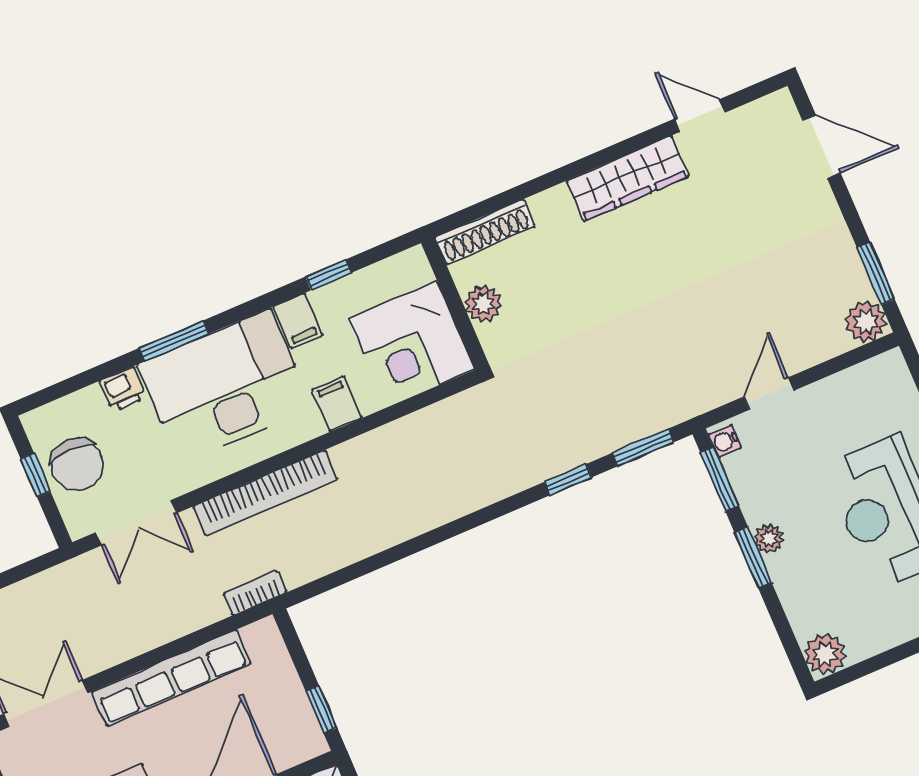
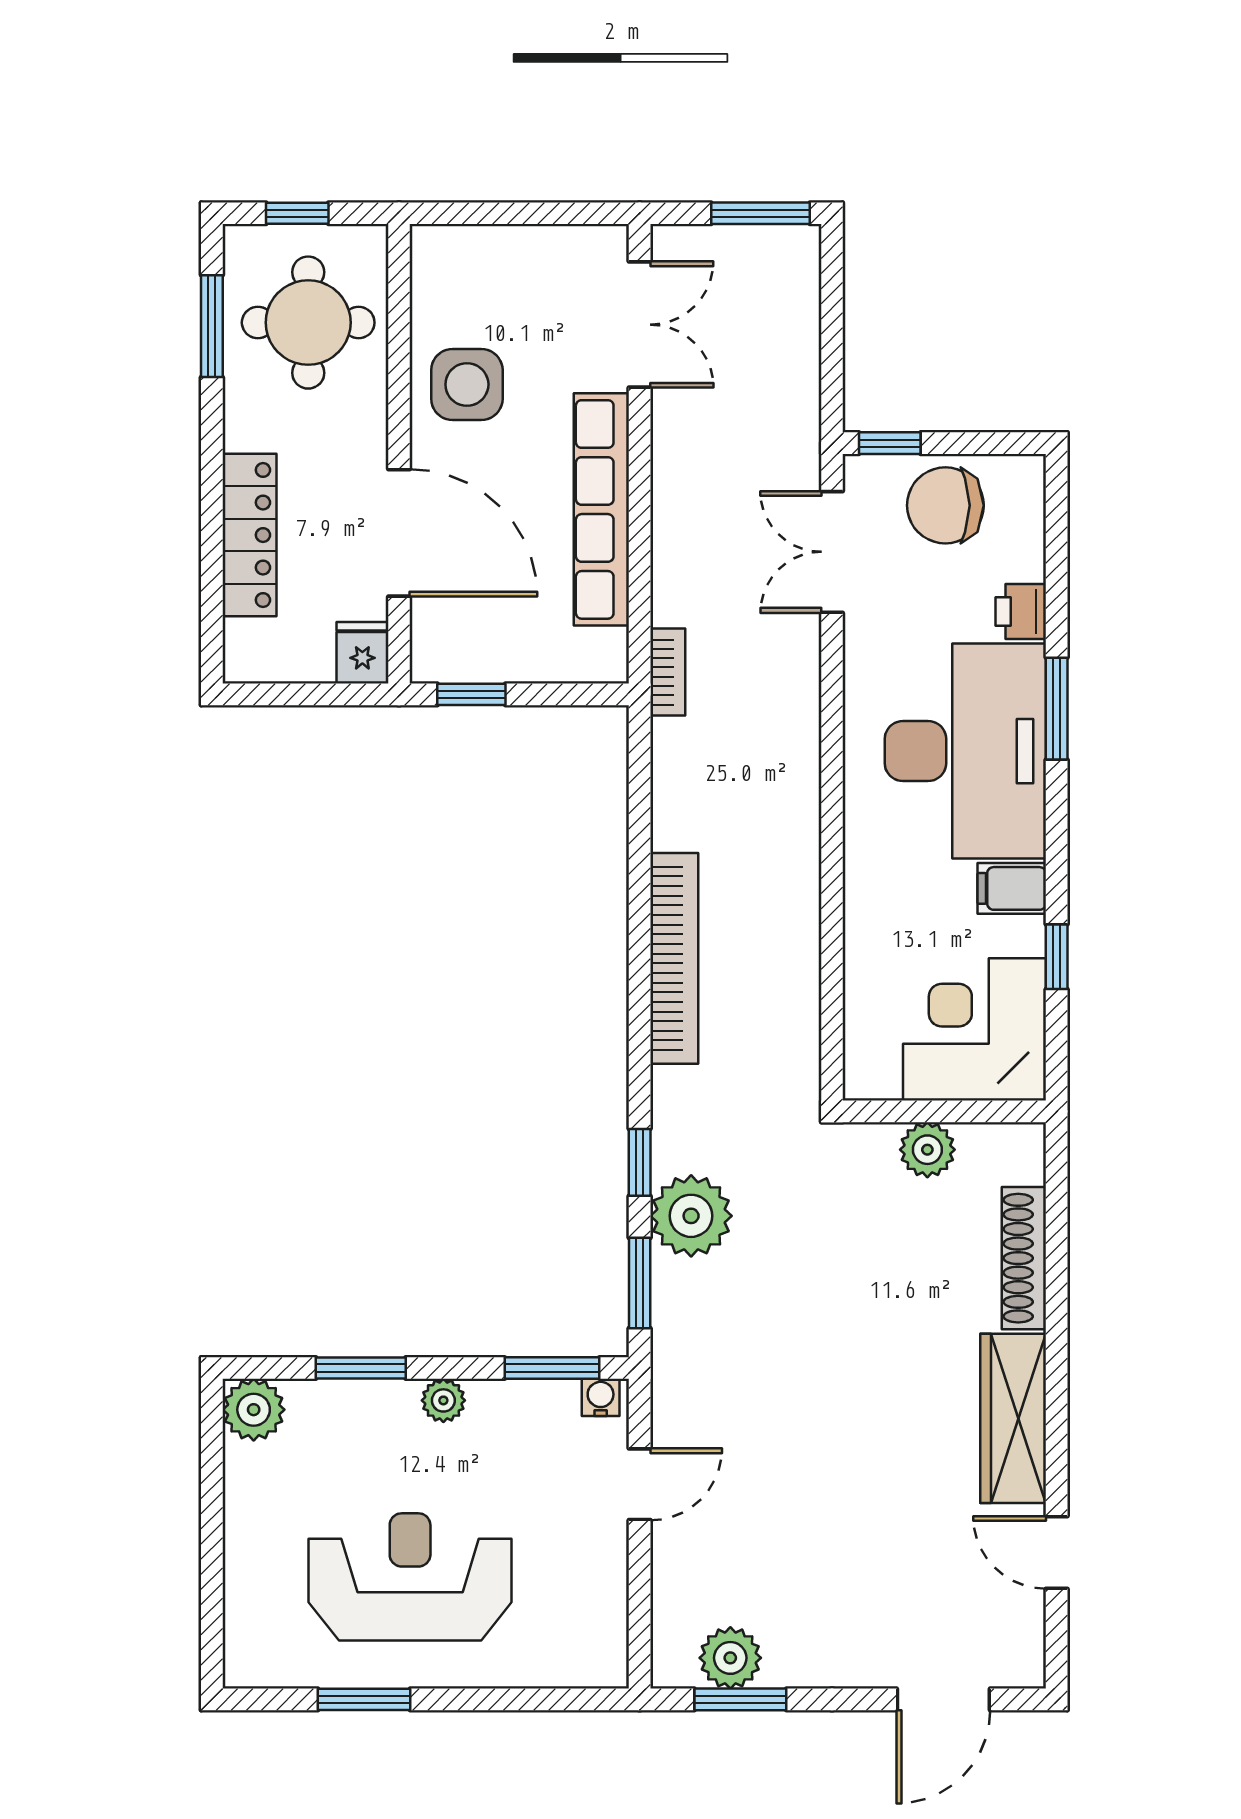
door: (700, 116) -> (1057, 1552), swing flipped
shoe rack: (485, 232) -> (1024, 1258), moved
plant: (866, 321) -> (730, 1658), moved
corner desk: (412, 344) -> (975, 1029), moved
door: (769, 394) -> (640, 1484), hinge flipped
filing cabinet: (337, 404) -> (877, 893), removed
plant: (588, 433) -> (691, 1216), added
window: (36, 475) -> (890, 443), moved
bookcase: (265, 493) -> (674, 958), moved, turned 180
window: (753, 557) -> (361, 1368), moved

